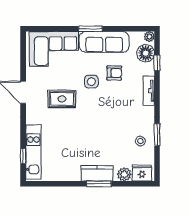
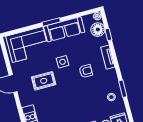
armchair: (114, 73) -> (86, 71), moved

